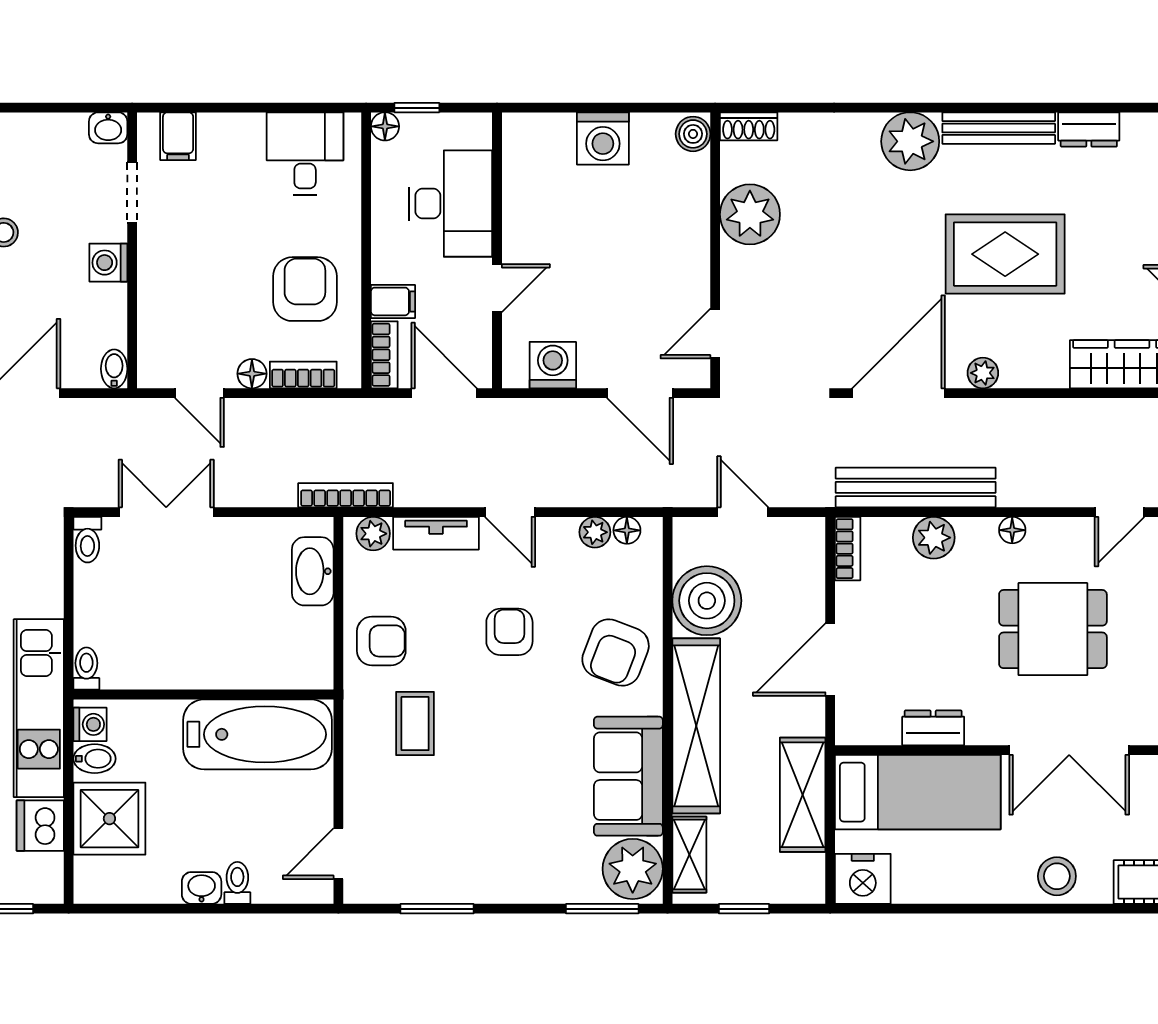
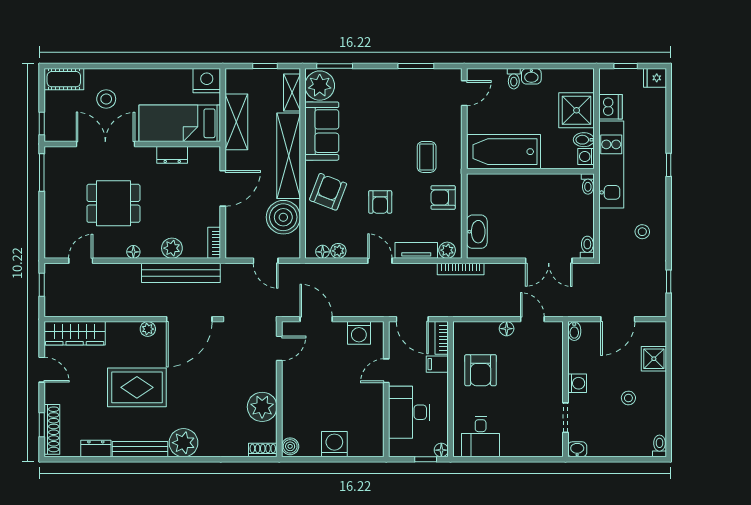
filing cabinet: (178, 136) -> (543, 445), removed
bookcase: (303, 375) -> (481, 328), removed
stool: (1057, 876) -> (106, 99), moved

